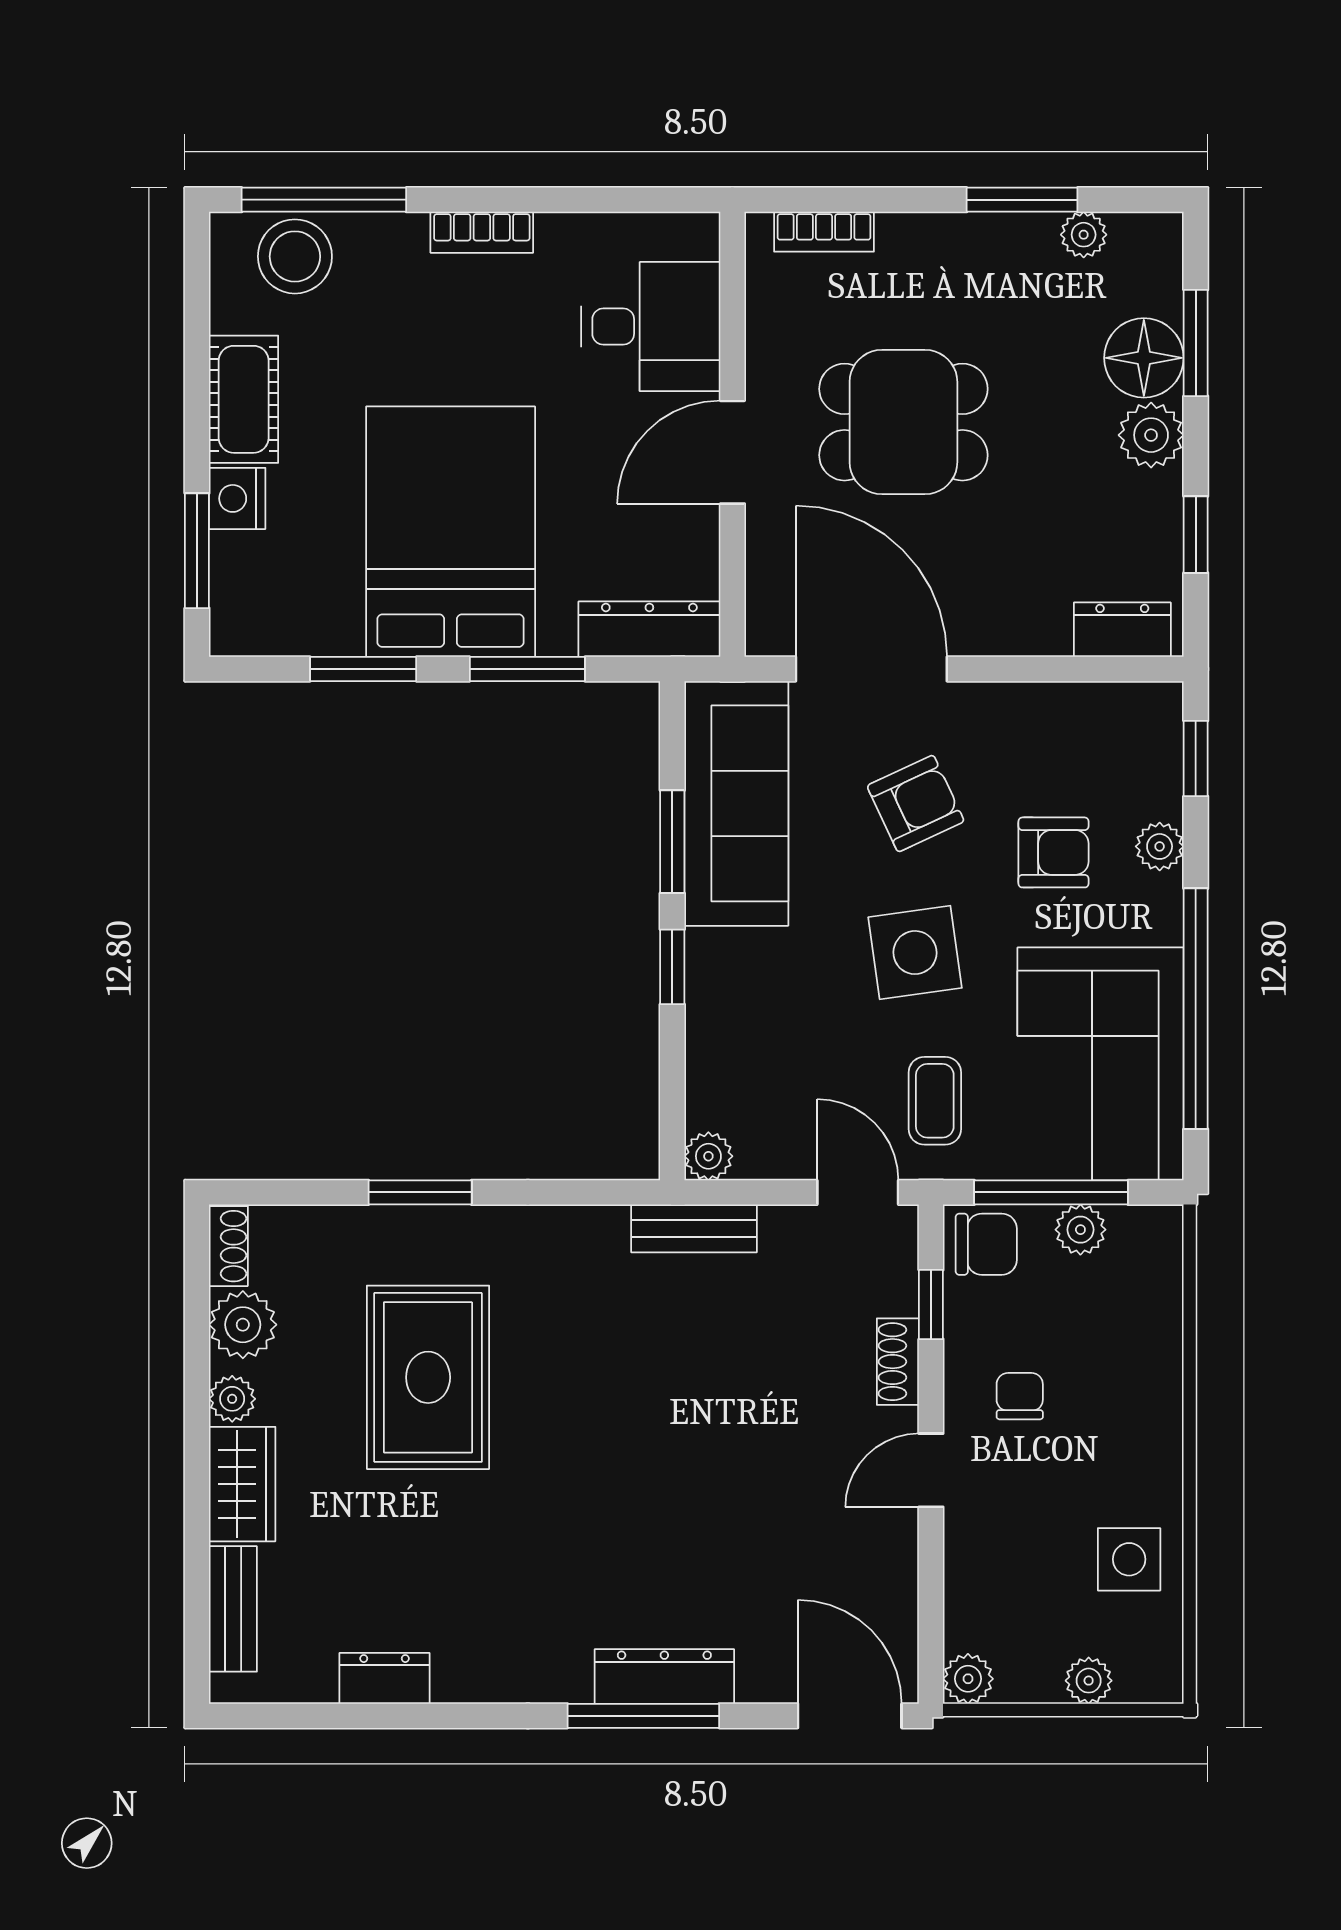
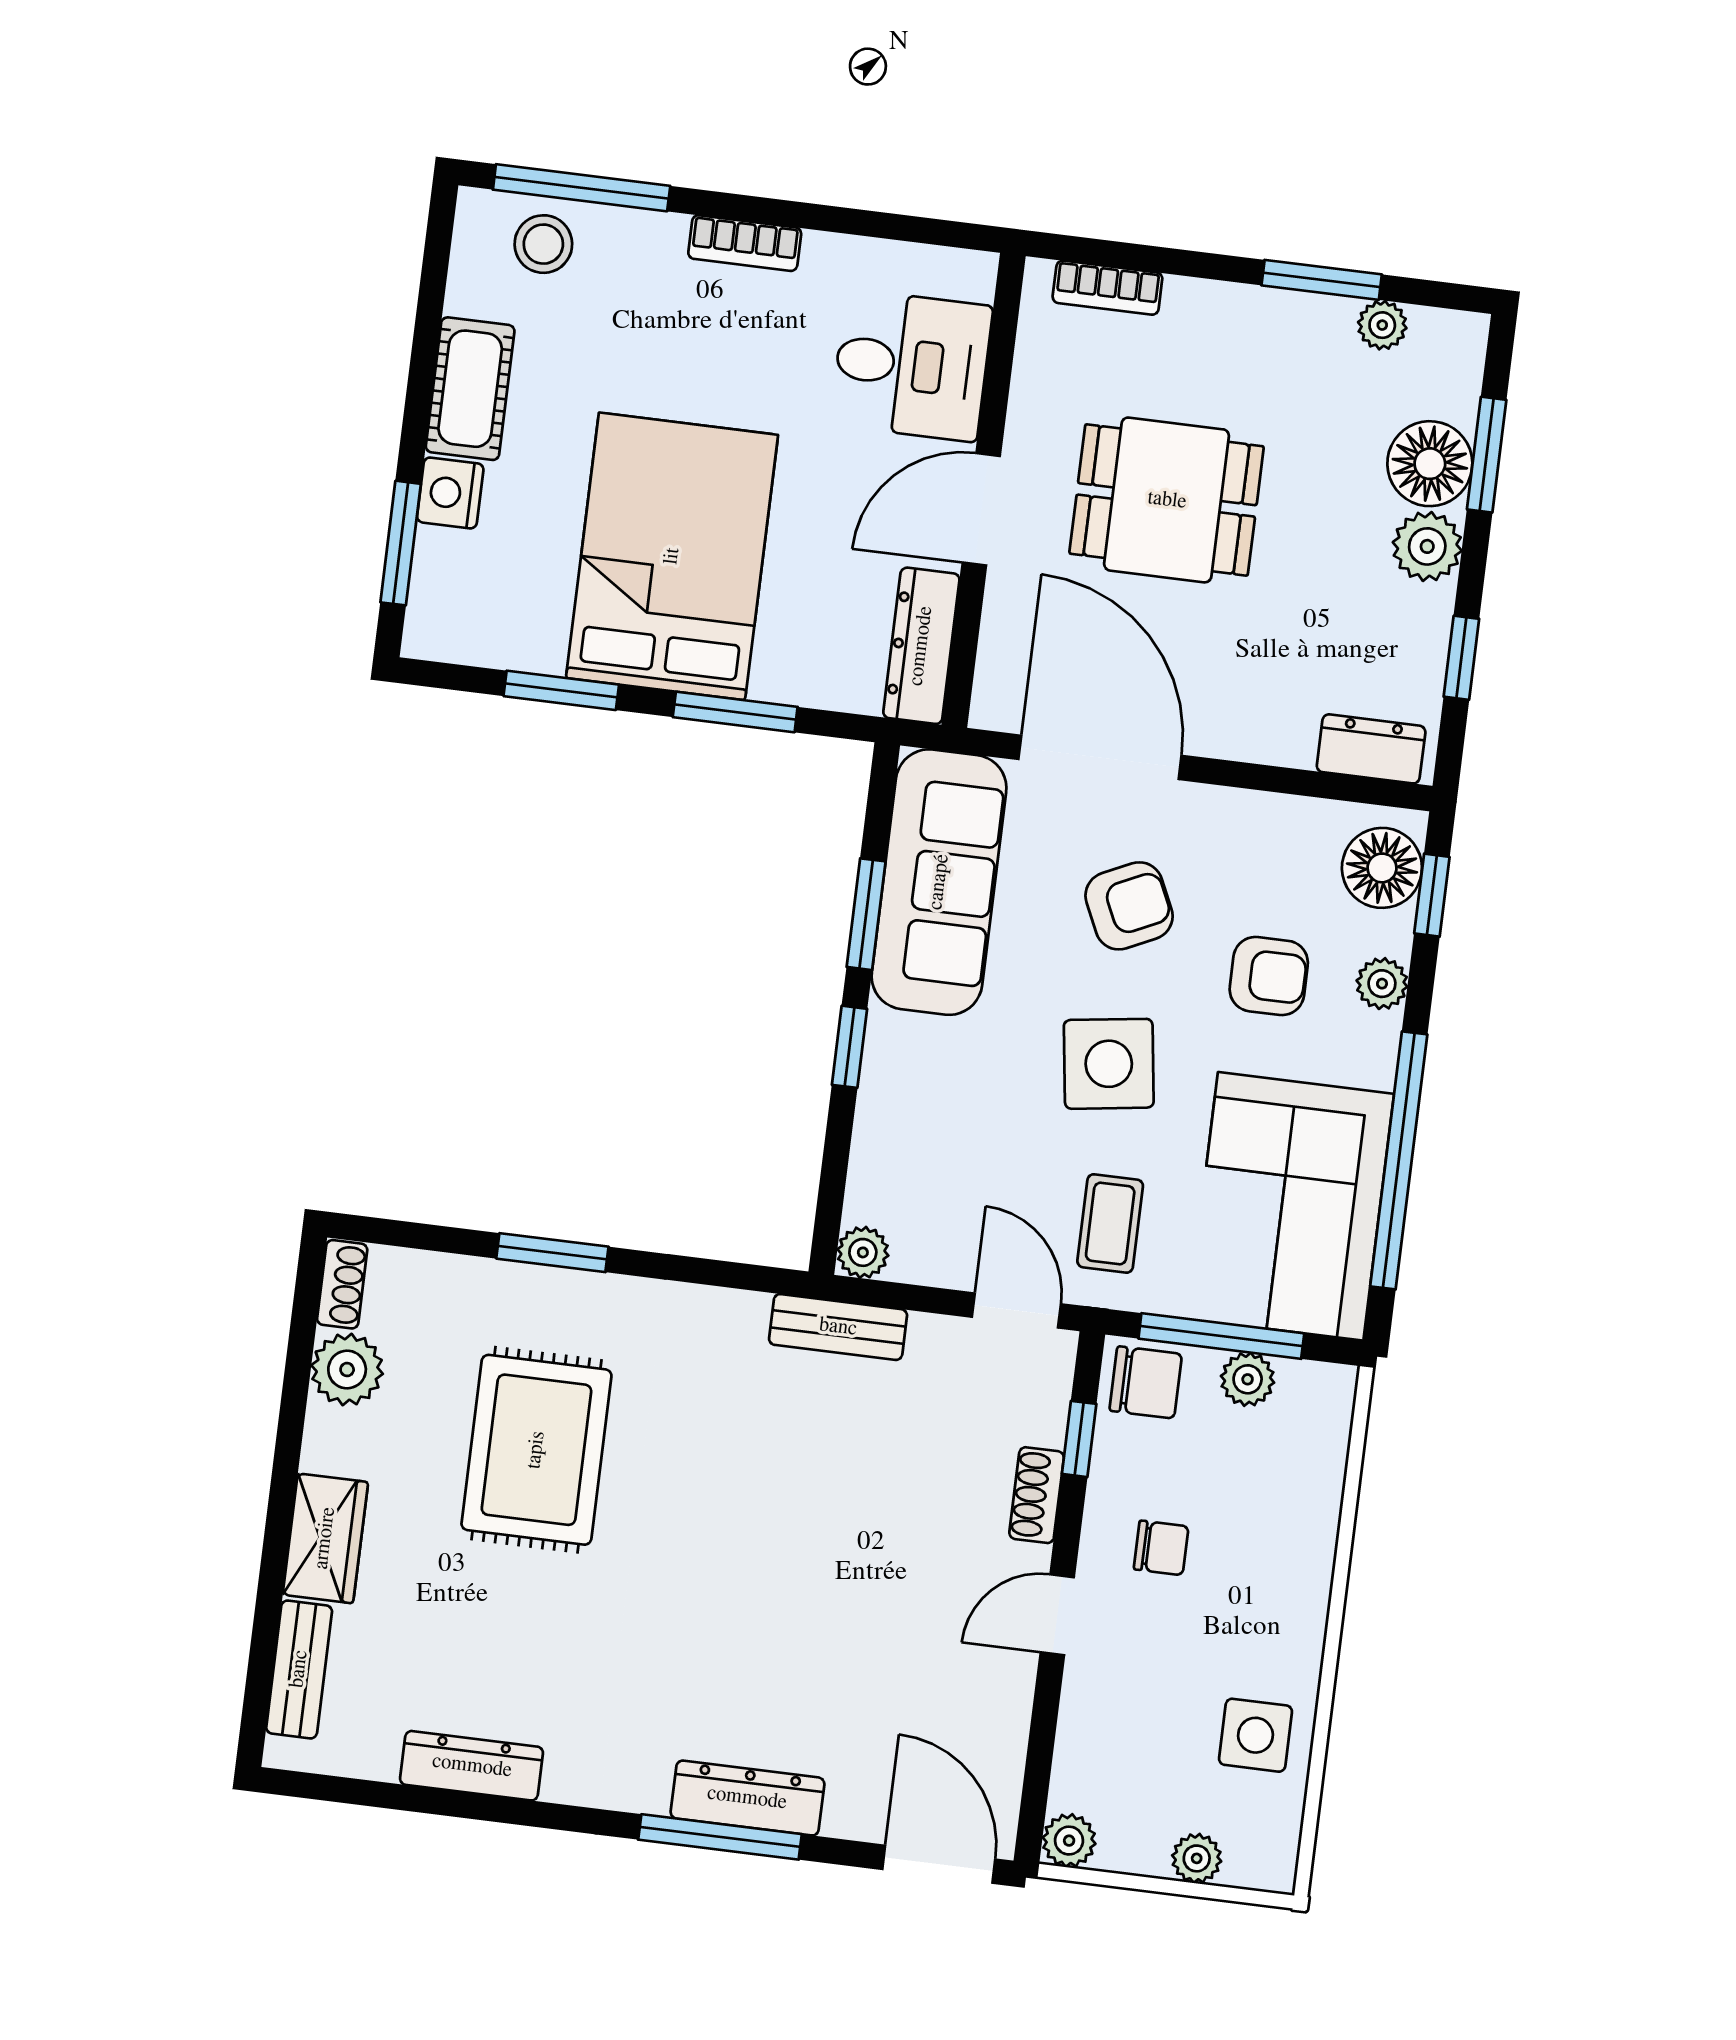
stool: (295, 256) -> (543, 244), width x0.73, depth x0.73
dresser: (649, 629) -> (921, 646), moved, turned -90
floor lamp: (1146, 739) -> (1382, 868), added
chair: (1020, 1396) -> (1161, 1548), turned 90
plant: (232, 1399) -> (326, 1447), removed
dresser: (384, 1678) -> (472, 1766), width x1.44

